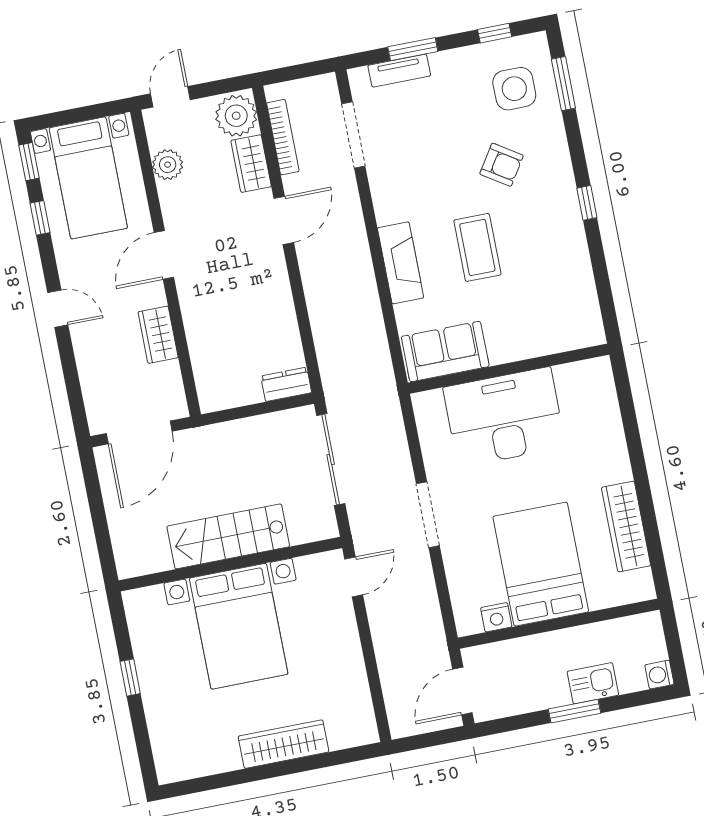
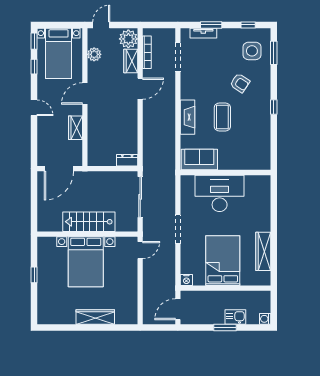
nightstand: (496, 617) -> (186, 280), moved

